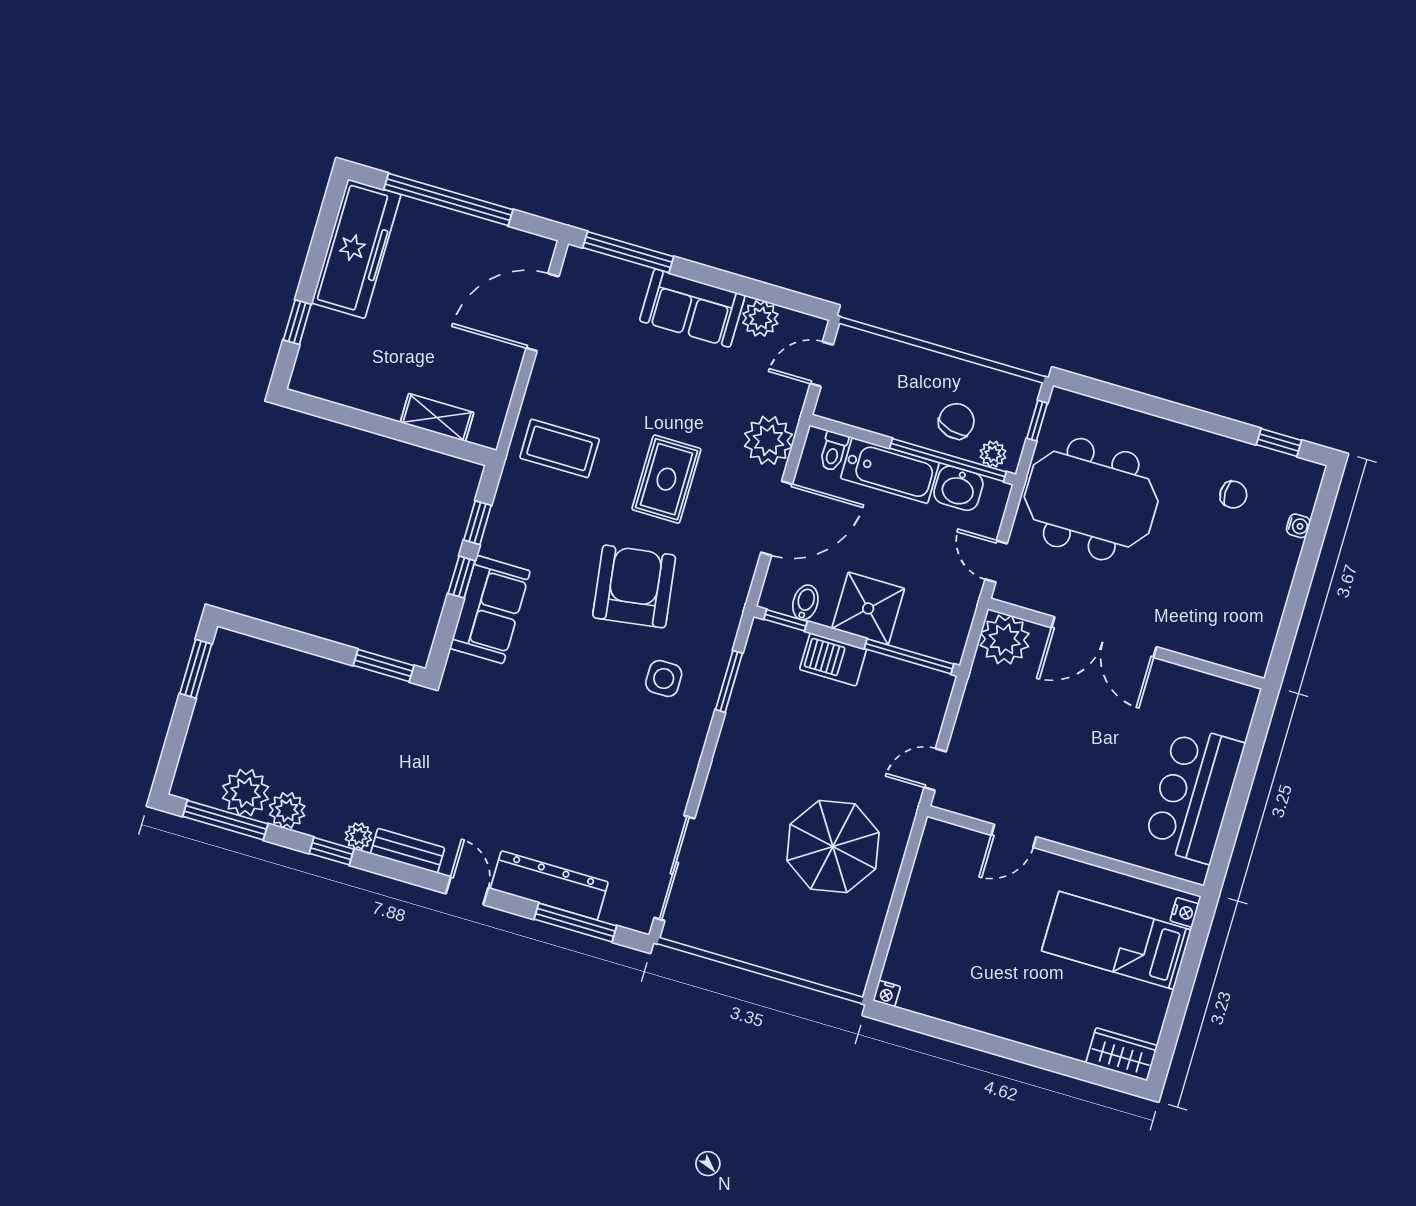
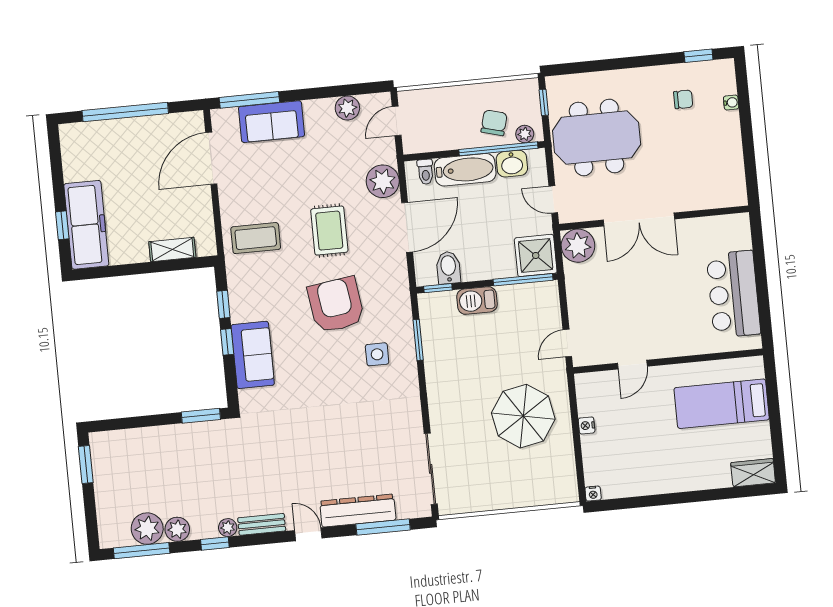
freezer: (356, 249) -> (86, 225), moved
sofa: (692, 308) -> (271, 122), moved
bidet: (805, 602) -> (448, 268), width x1.38, depth x1.36
shower: (868, 608) -> (536, 255), moved
nightstand: (1184, 912) -> (587, 425), moved, turned 180

